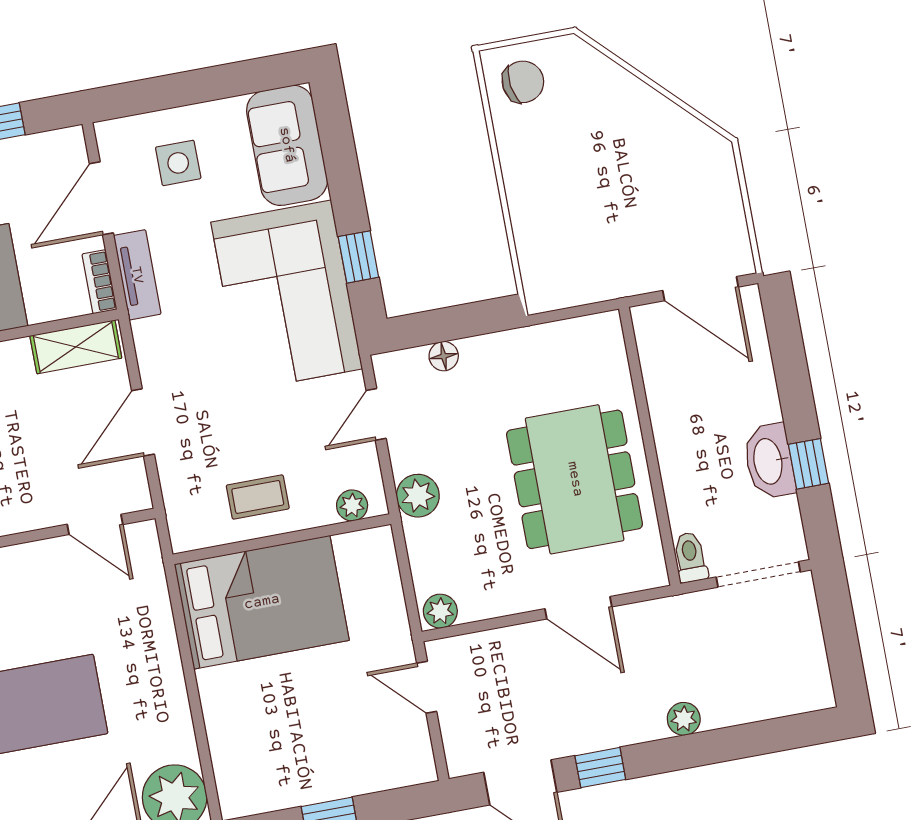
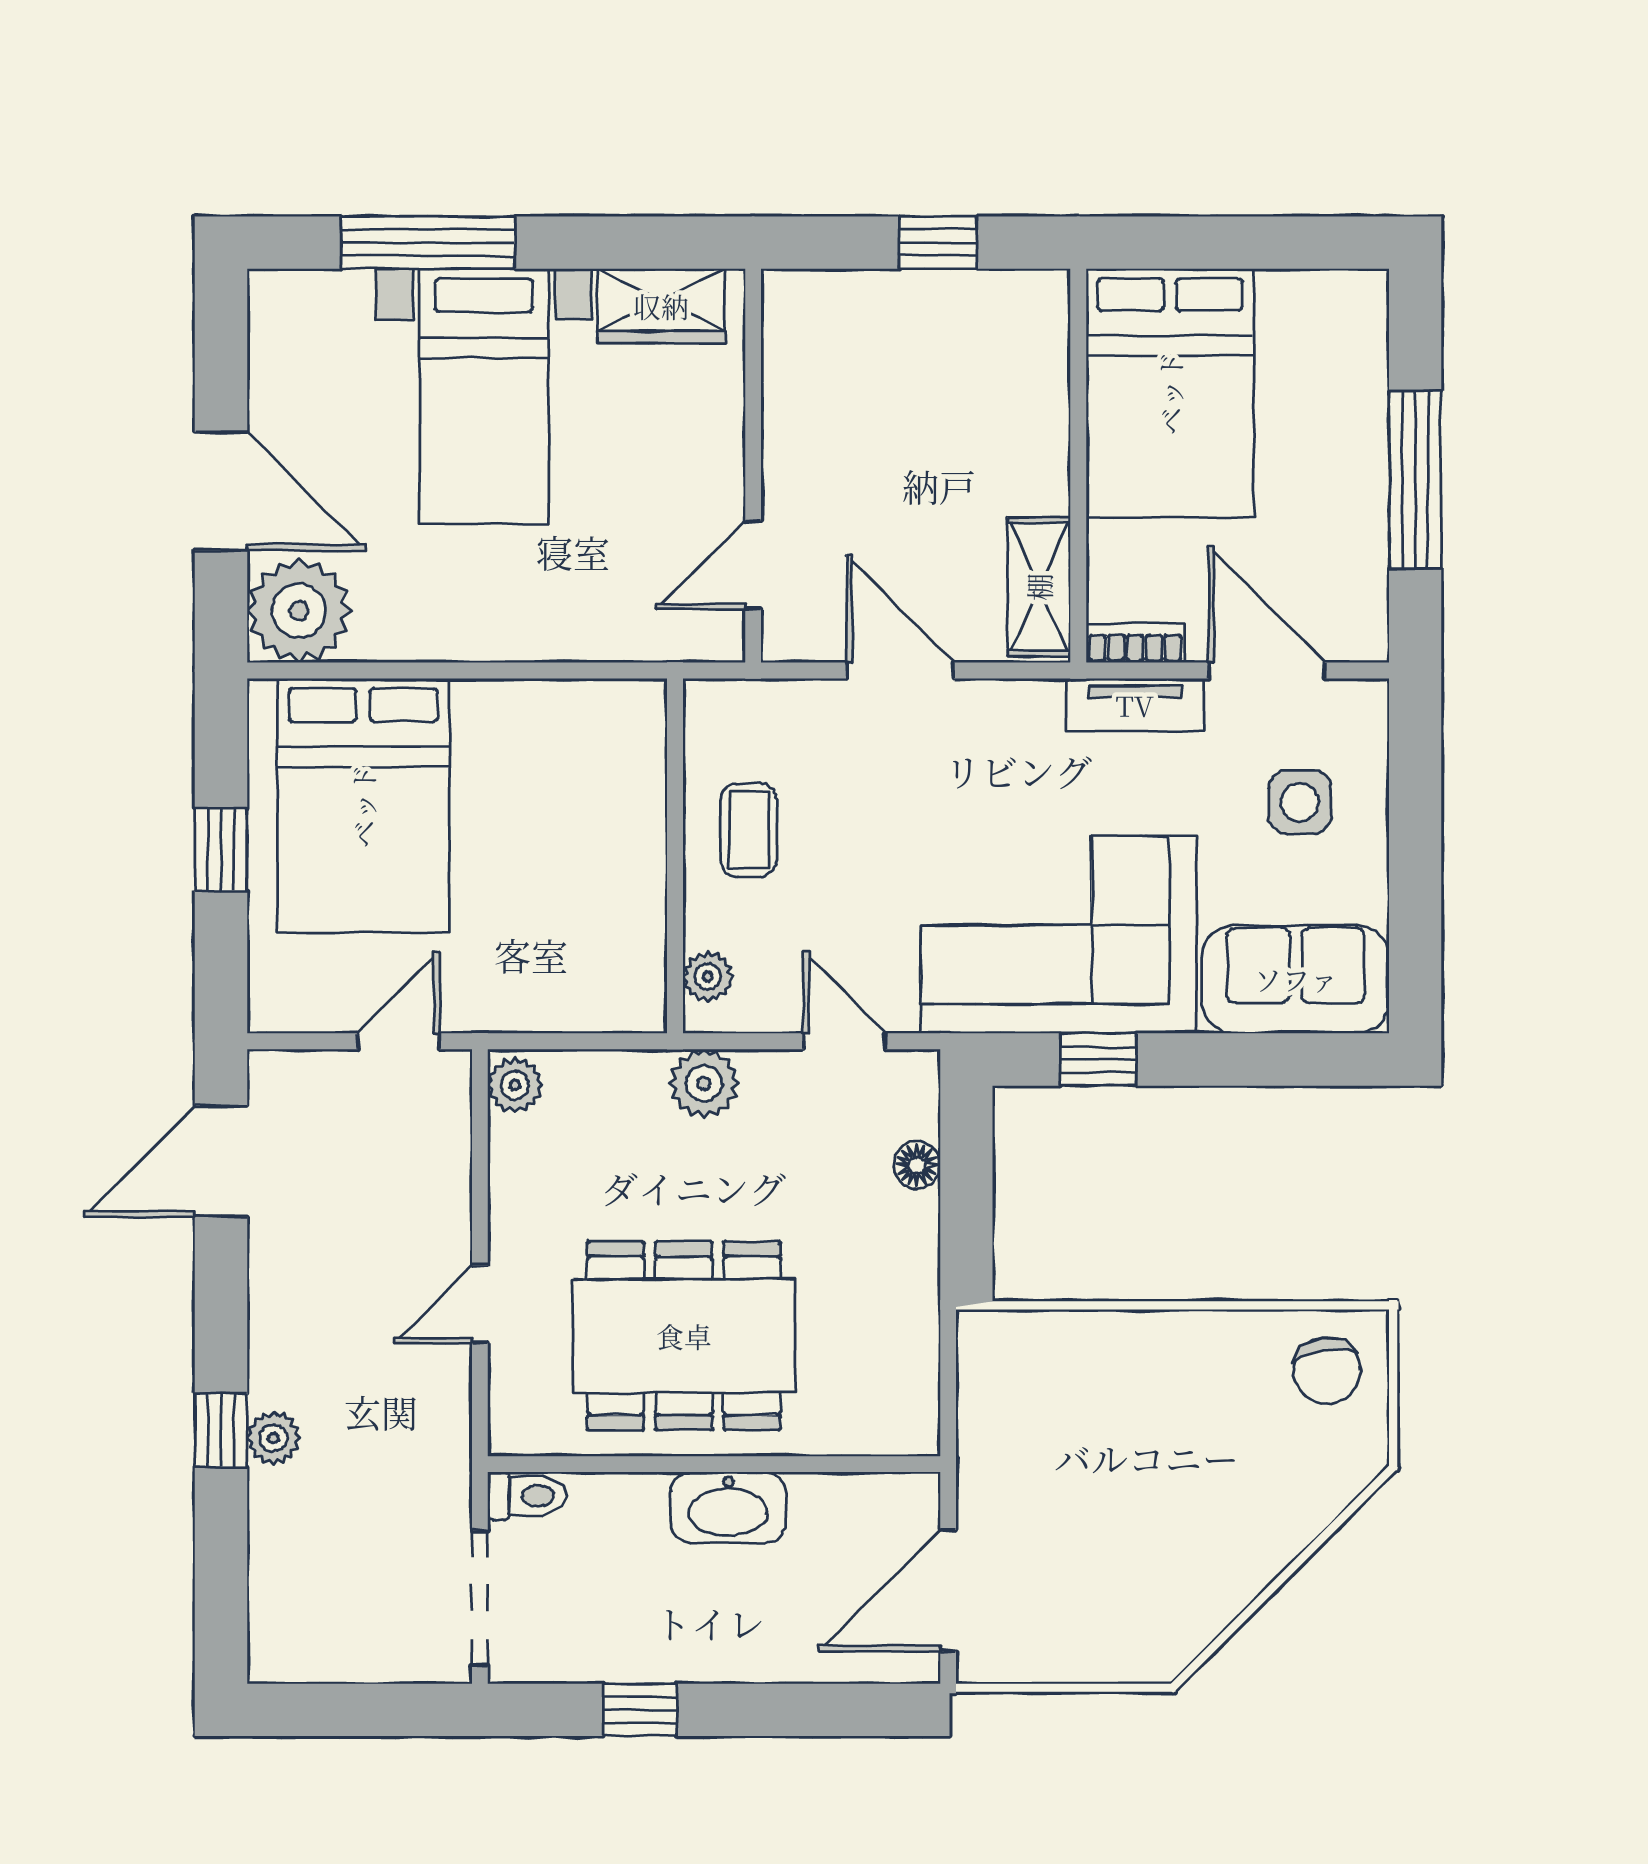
washbasin: (769, 461) -> (728, 1507), moved, turned 180
bed: (262, 602) -> (363, 806), moved
door: (578, 608) -> (480, 1304), width x0.73
window: (600, 768) -> (221, 1430), moved

